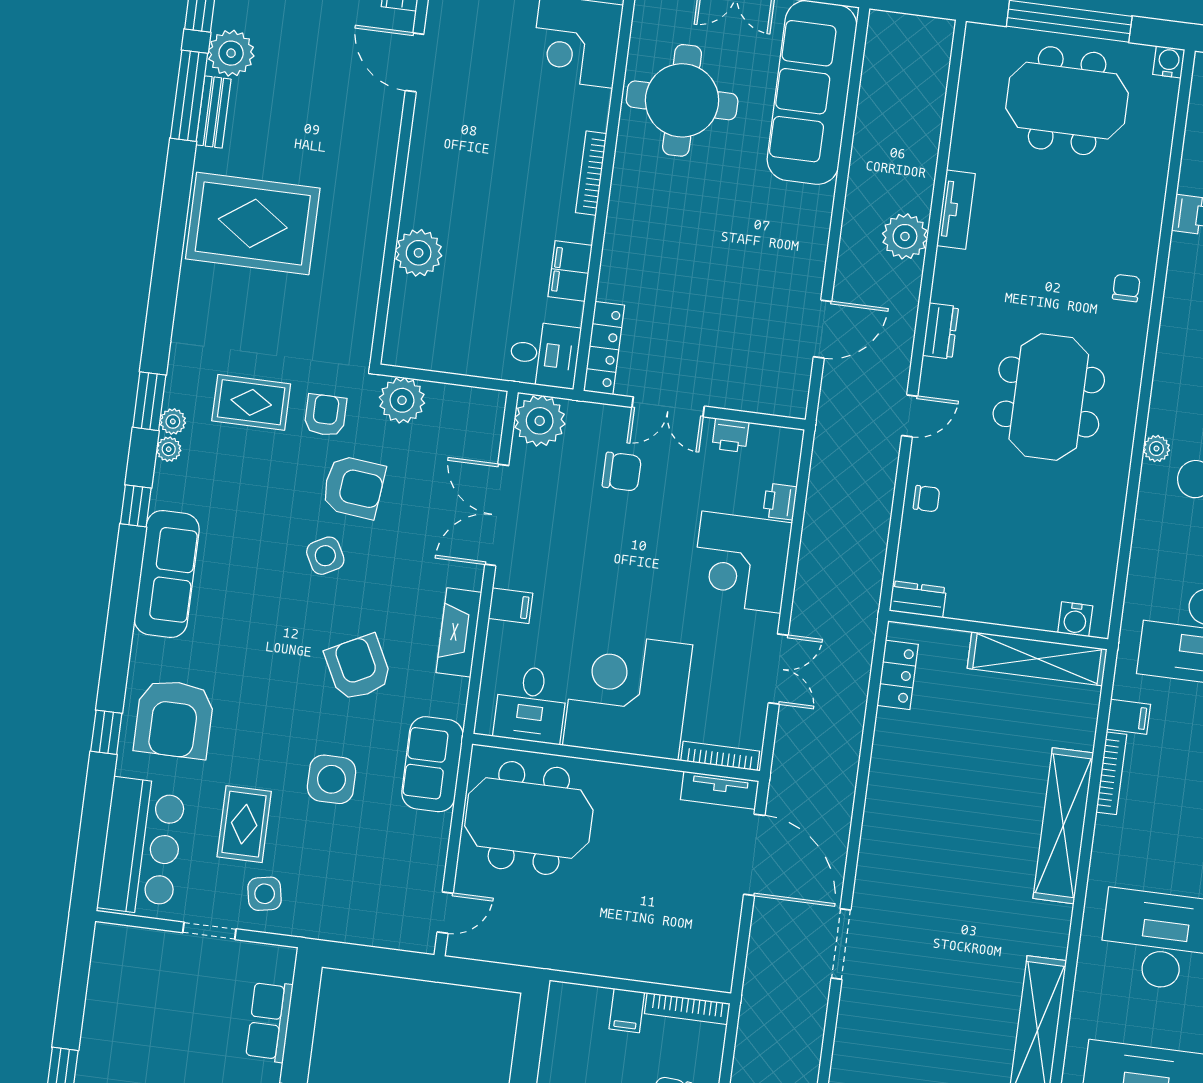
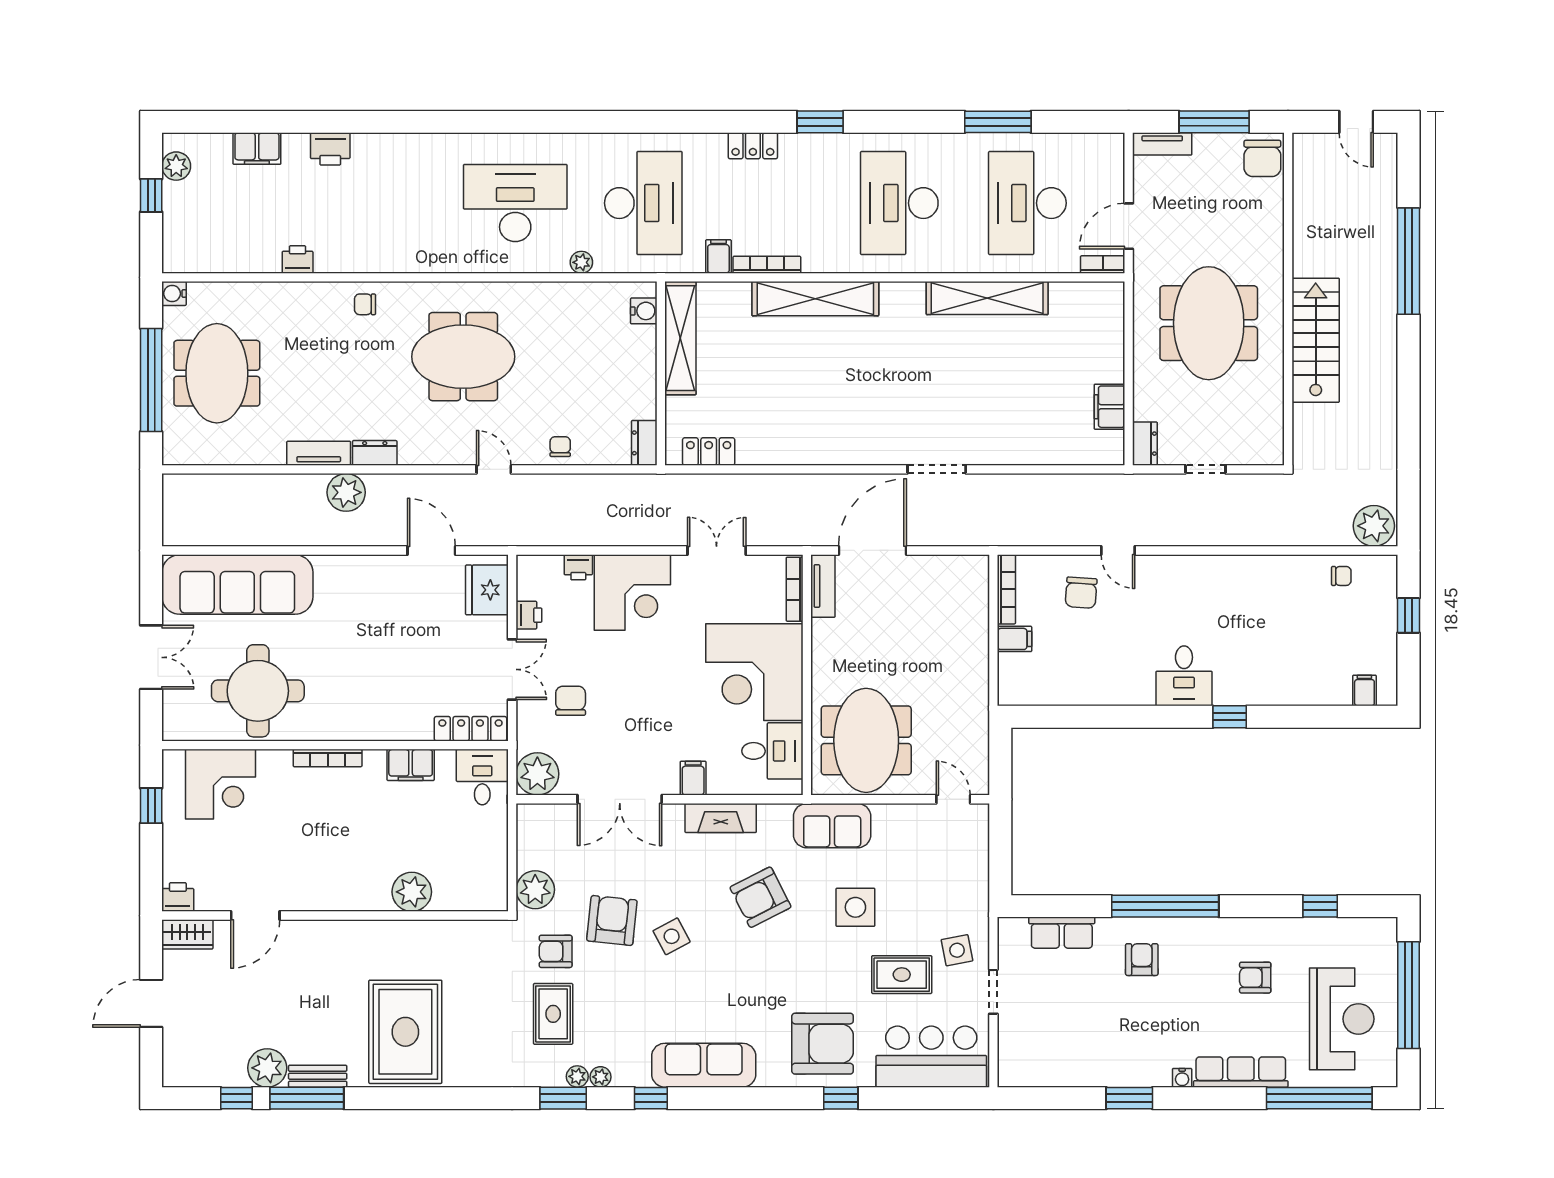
dresser: (941, 331) -> (375, 453), moved
fridge: (767, 389) -> (487, 590), added
plant: (1156, 449) -> (581, 262), moved

